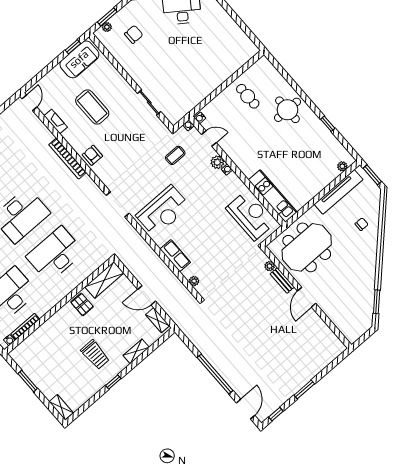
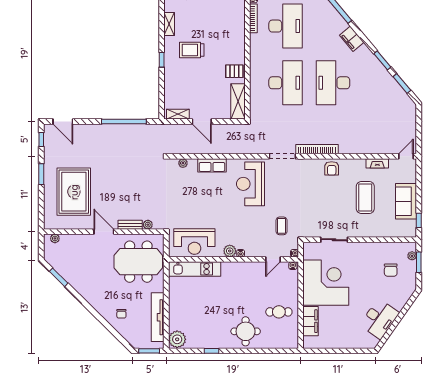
sofa: (79, 59) -> (406, 201), moved
filing cabinet: (233, 64) -> (311, 321), added
corner desk: (190, 79) -> (326, 283), added
door: (29, 103) -> (406, 156), swing flipped
coffee table: (92, 107) -> (365, 197), turned 90
armchair: (92, 155) -> (332, 168), turned 90
bookcase: (68, 159) -> (317, 149), moved
plant: (217, 162) -> (230, 251), moved
plant: (342, 166) -> (177, 339), width x1.88, depth x1.88
meeting table: (307, 247) -> (138, 262), turned 90
door: (147, 295) -> (202, 122), swing flipped
plant: (347, 332) -> (55, 238), added
rug: (295, 350) -> (74, 192), added
shelving: (136, 351) -> (169, 24), moved
window: (215, 374) -> (124, 122), moved
window: (113, 382) -> (162, 60), moved

